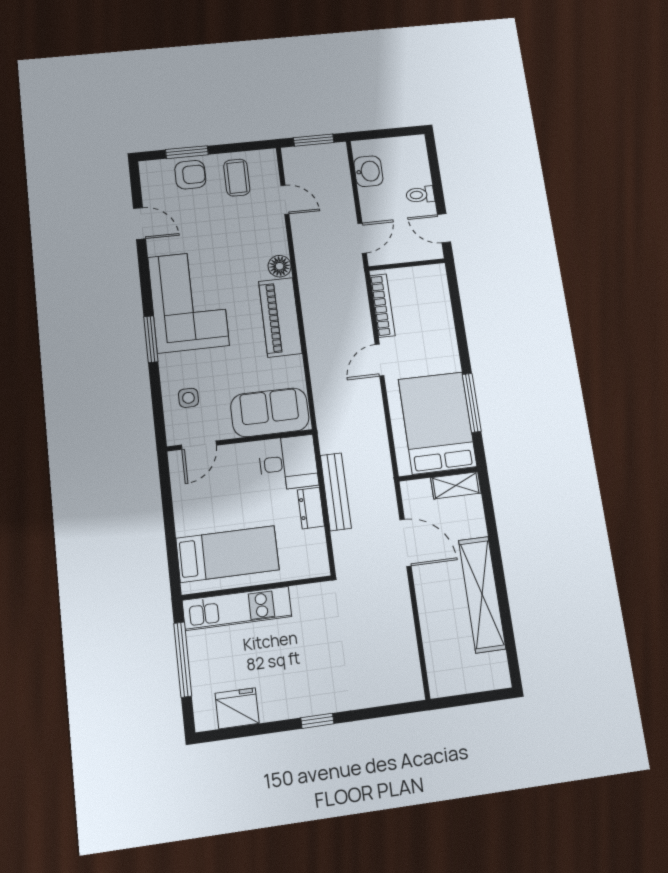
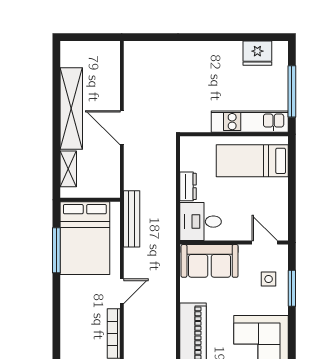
window: (151, 339) -> (292, 288), moved
door: (199, 445) -> (265, 243), hinge flipped
shelving: (456, 485) -> (68, 169), moved, turned 90
bench: (336, 492) -> (132, 219), moved
door: (406, 543) -> (122, 128), moved
window: (317, 721) -> (202, 37), removed

